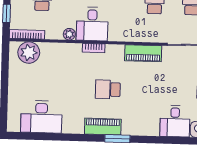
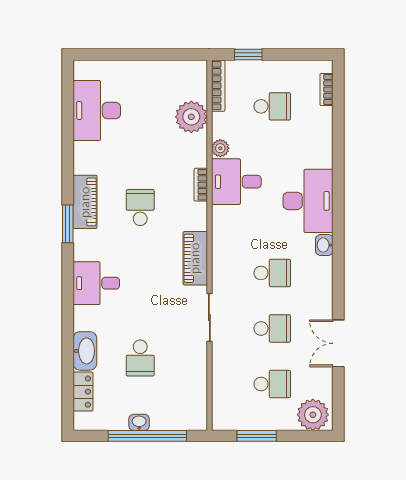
plant: (29, 53) -> (191, 117), moved
desk: (175, 121) -> (96, 283), moved

